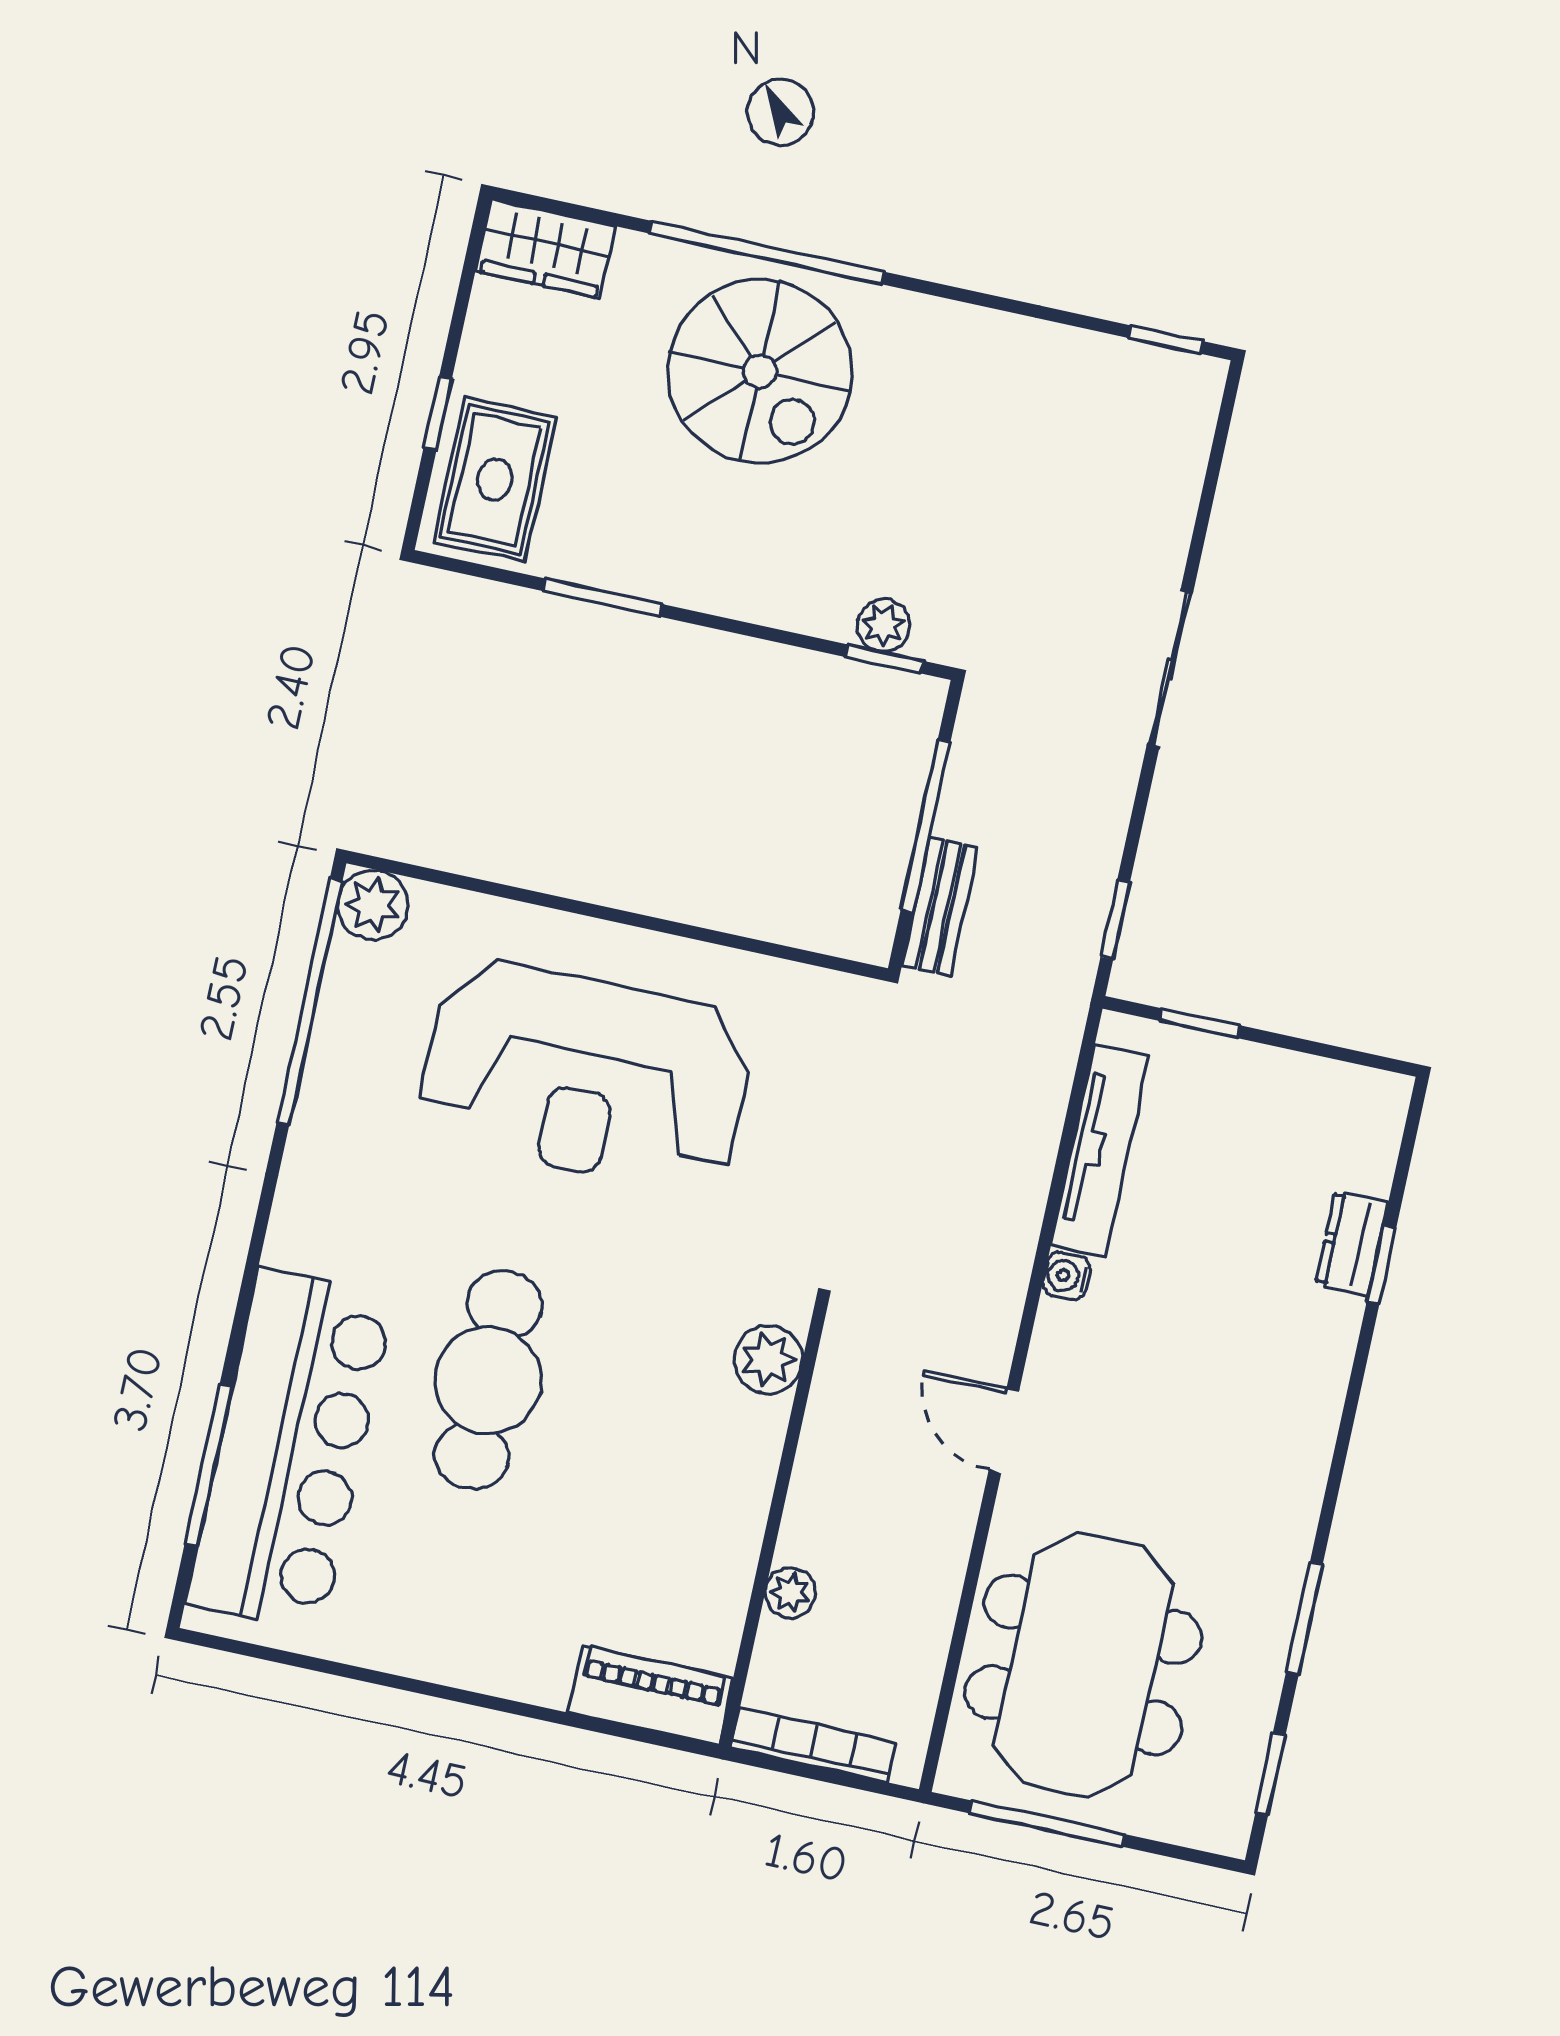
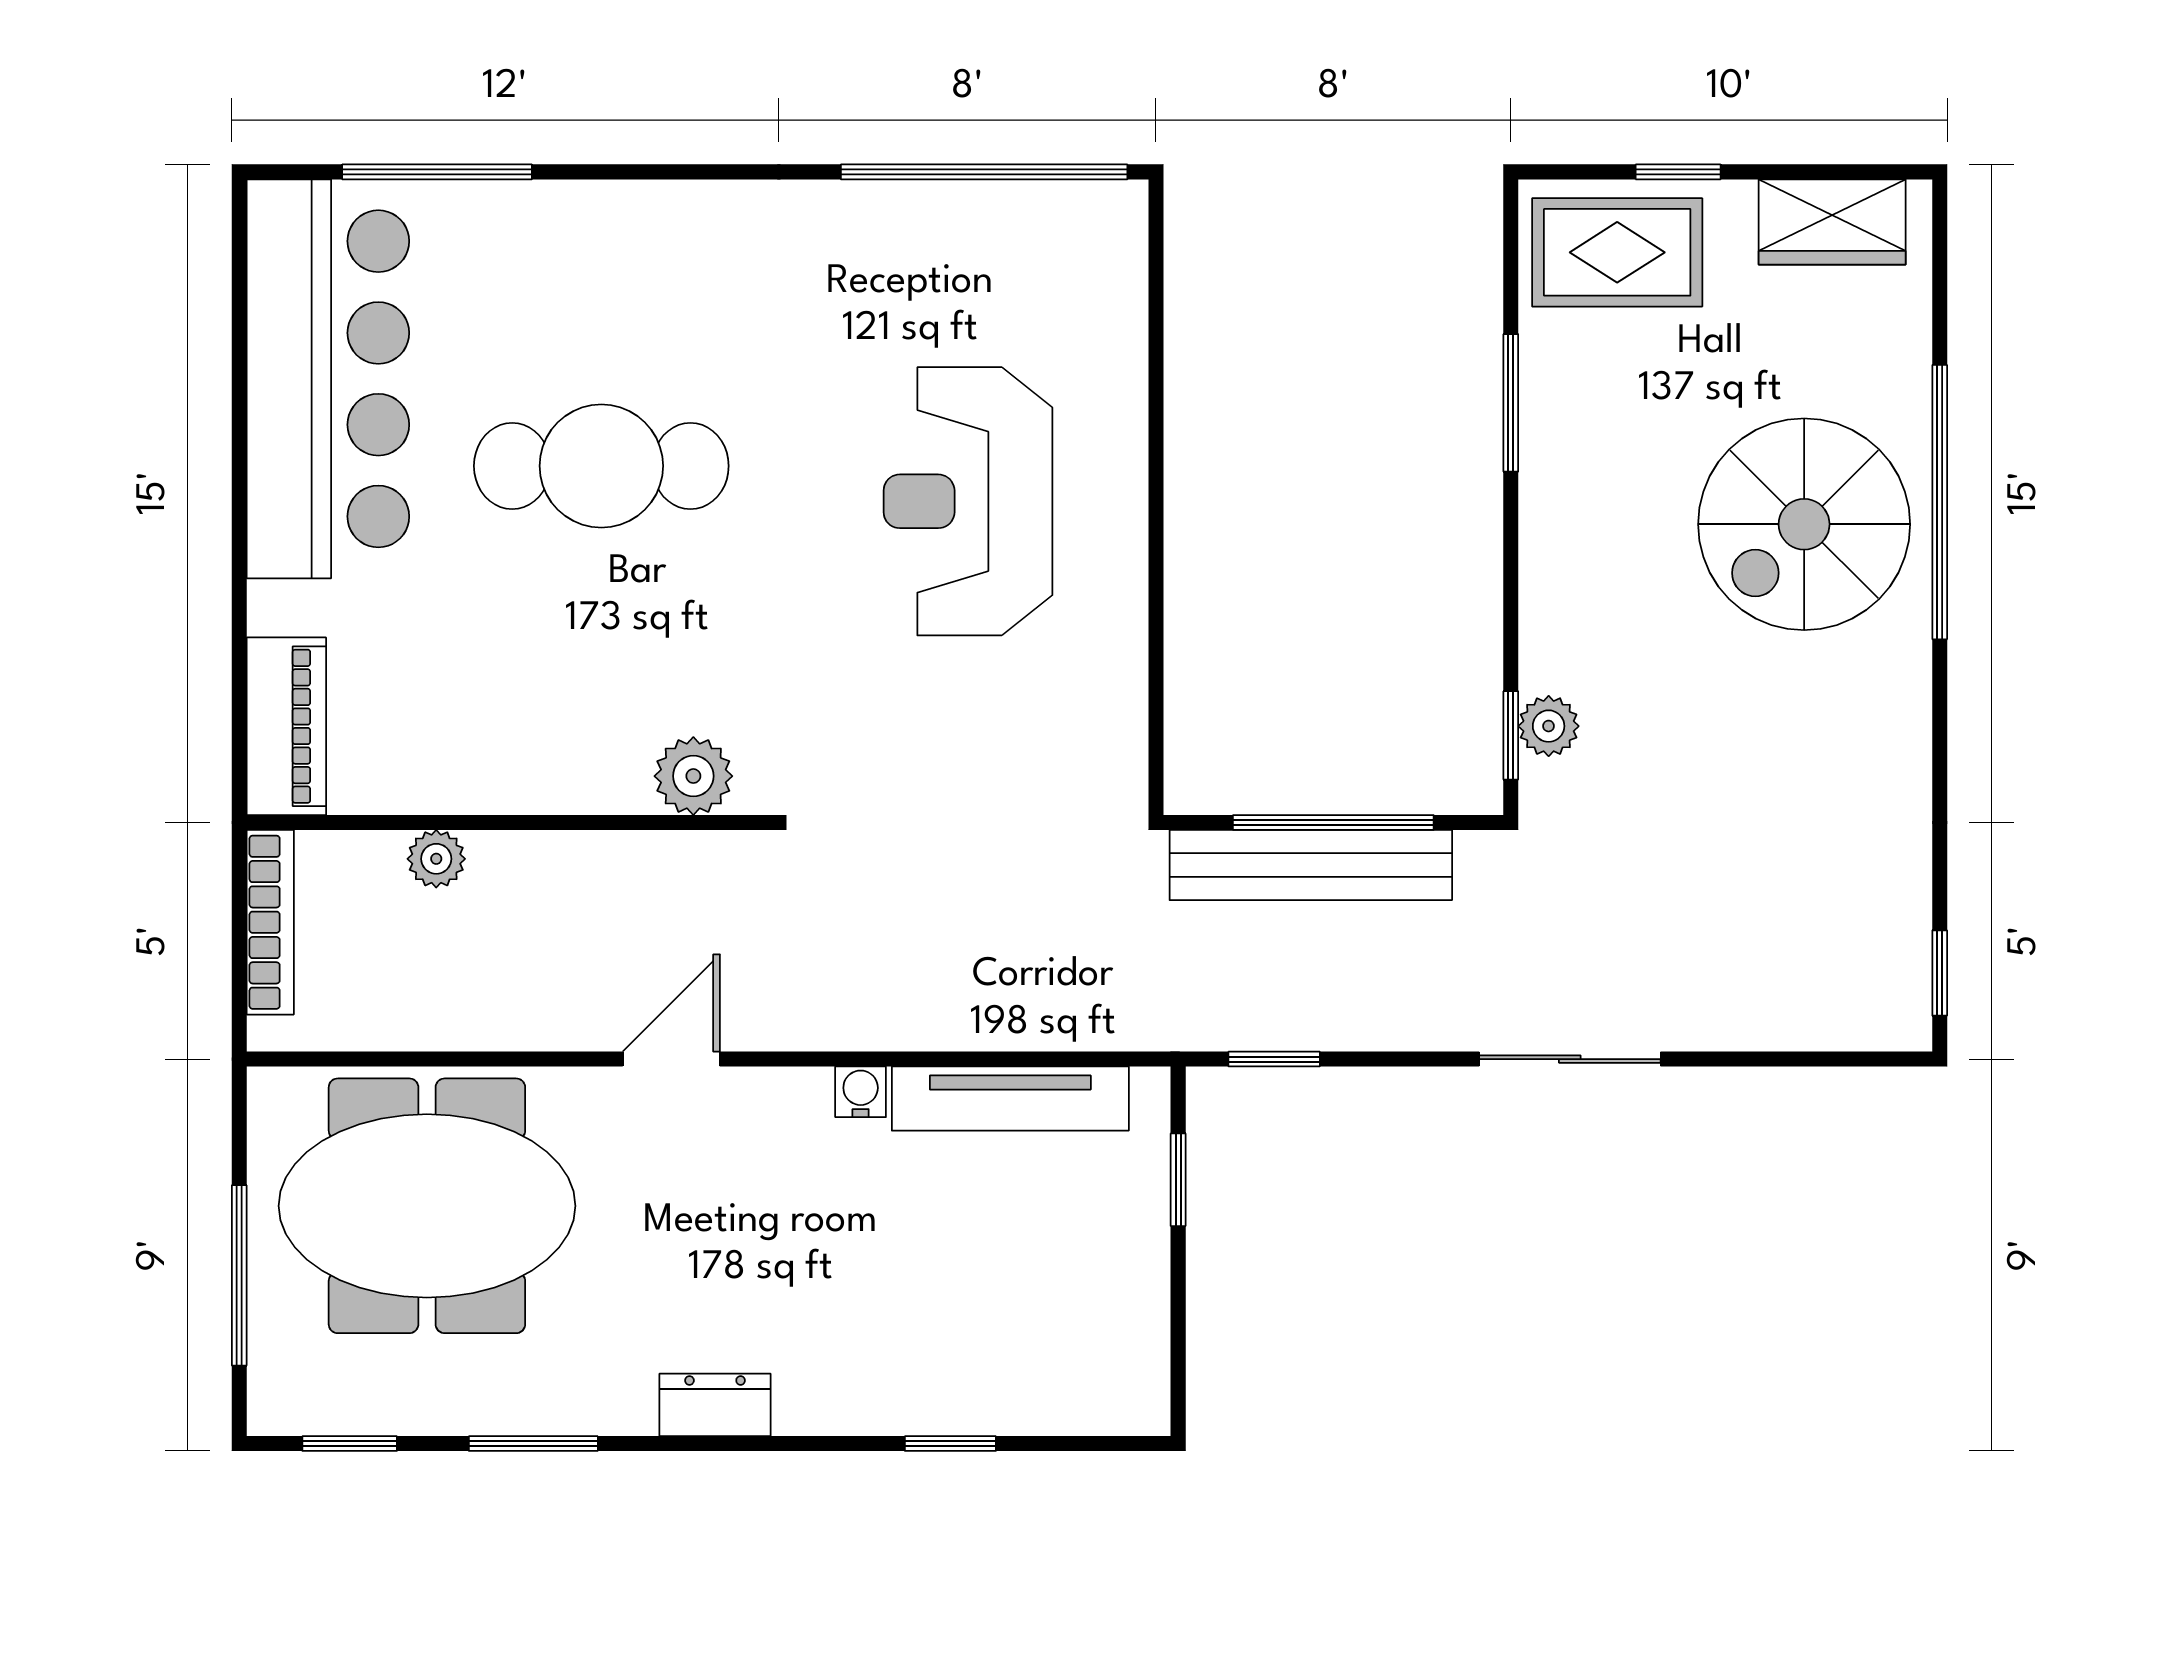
wardrobe: (546, 249) -> (1832, 222), moved, turned -90
plant: (373, 905) -> (1108, 220), removed
bench: (940, 907) -> (1311, 865), width x1.86, depth x1.21
reception desk: (586, 1076) -> (968, 501), width x0.74, depth x0.77
dresser: (1352, 1243) -> (715, 1405), moved
bar counter: (291, 1450) -> (328, 379), moved, turned -90
window: (1047, 1824) -> (239, 1275), moved

